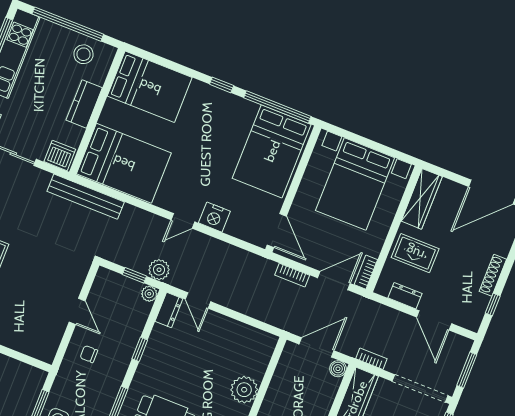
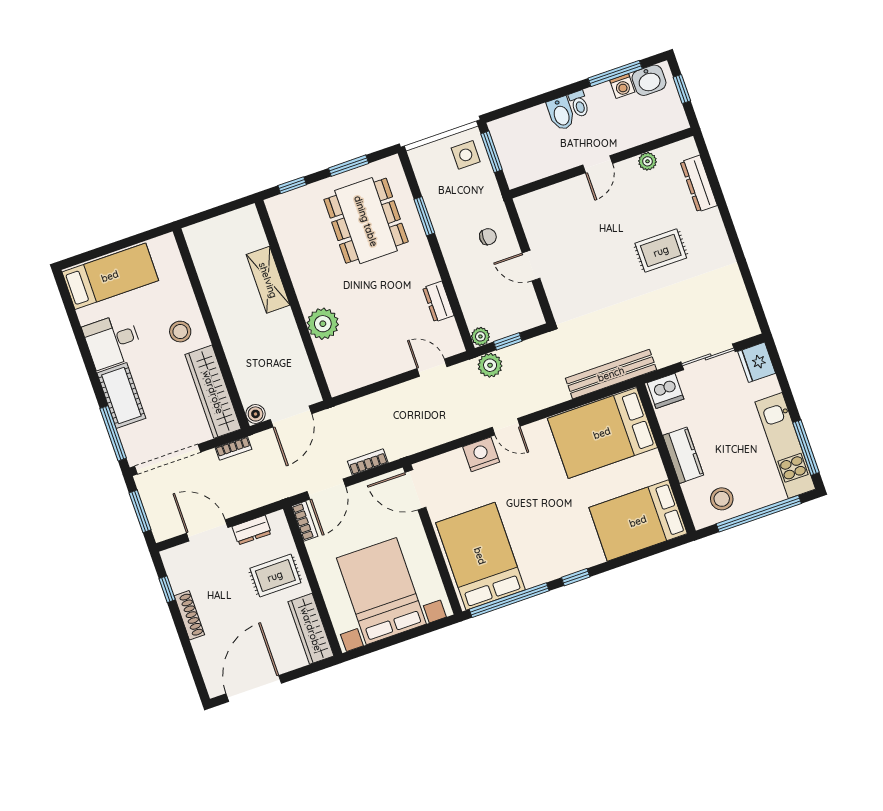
door: (183, 221) -> (506, 427), swing flipped
dresser: (169, 310) -> (438, 302), moved
window: (140, 349) -> (446, 280), removed

